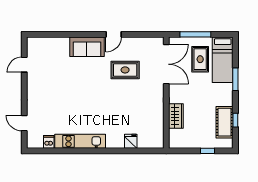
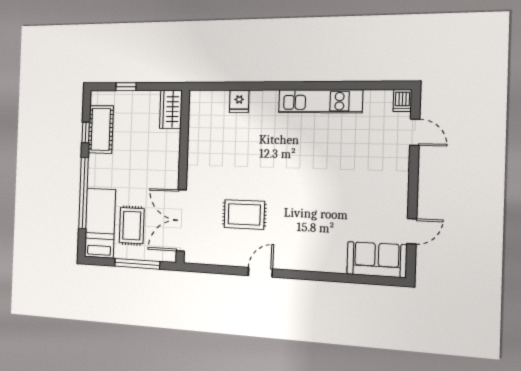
sofa: (87, 47) -> (377, 260), moved
window: (235, 79) -> (83, 193), width x2.11
wardrobe: (176, 116) -> (171, 109), moved
dishwasher: (49, 142) -> (402, 101), moved

